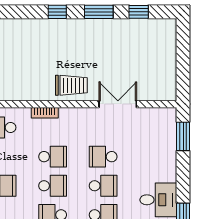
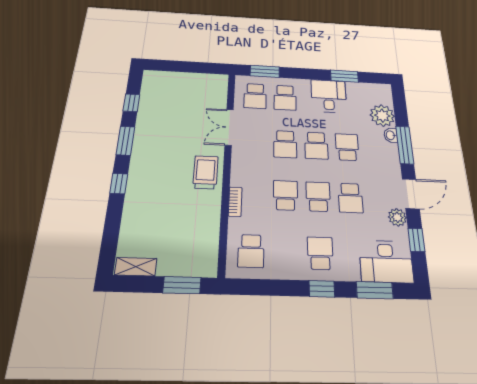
school desk: (154, 128) -> (255, 96), added
school desk: (154, 157) -> (285, 98), added
school desk: (103, 186) -> (316, 146), turned 180

